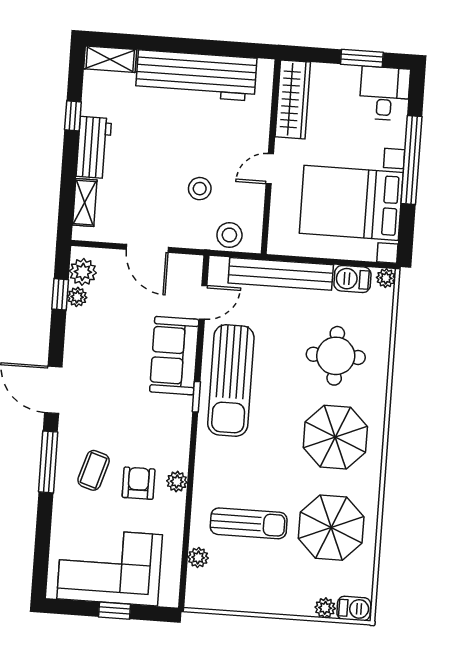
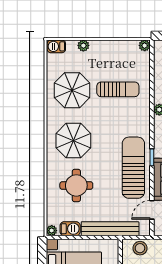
sun lounger: (249, 523) -> (118, 89), turned 180
plant: (198, 558) -> (145, 46), moved
plant: (325, 608) -> (83, 46), moved

